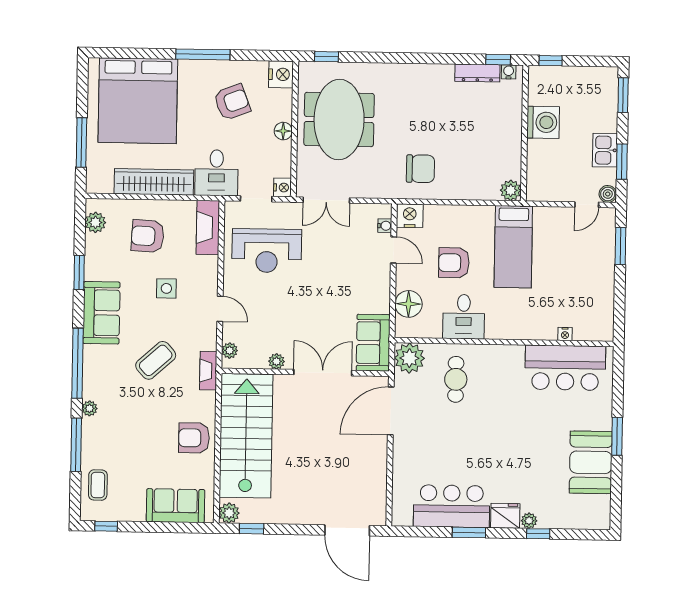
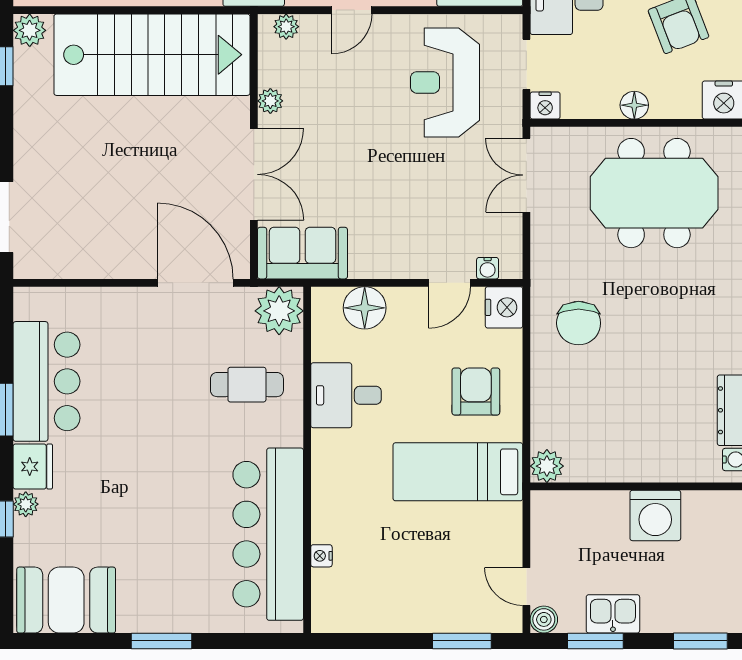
armchair: (454, 263) -> (476, 392), moved
bar counter: (565, 368) -> (268, 534), width x1.36
booth: (591, 462) -> (66, 600), moved

